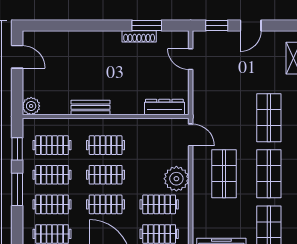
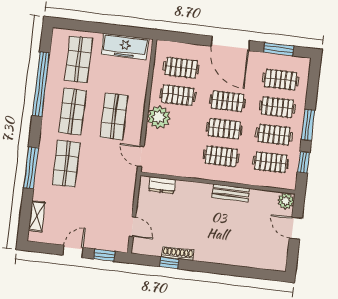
window: (147, 25) -> (169, 263), width x0.67
door: (17, 57) -> (296, 228), moved
dresser: (164, 107) -> (162, 185), width x0.70

